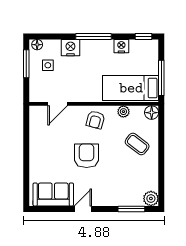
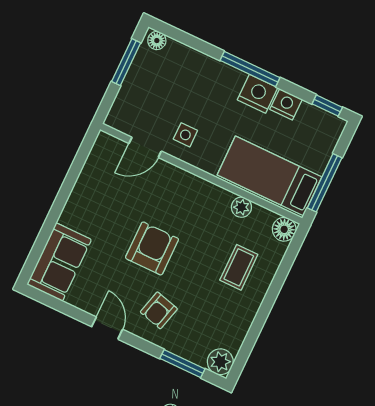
nightstand: (70, 48) -> (258, 94), moved
side table: (48, 65) -> (185, 135), moved
armchair: (95, 120) -> (159, 310), moved
coffee table: (137, 144) -> (239, 267), turned 53
sofa: (53, 194) -> (59, 262), moved, turned 90
door: (83, 209) -> (107, 328), hinge flipped

